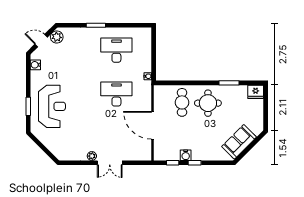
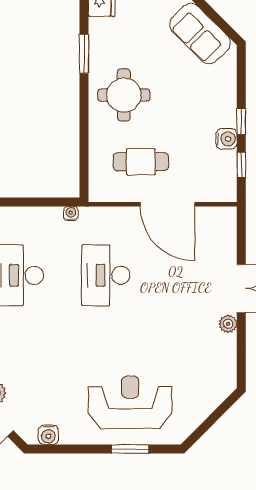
cafe table: (182, 102) -> (141, 162), moved
door: (152, 125) -> (167, 204), hinge flipped

